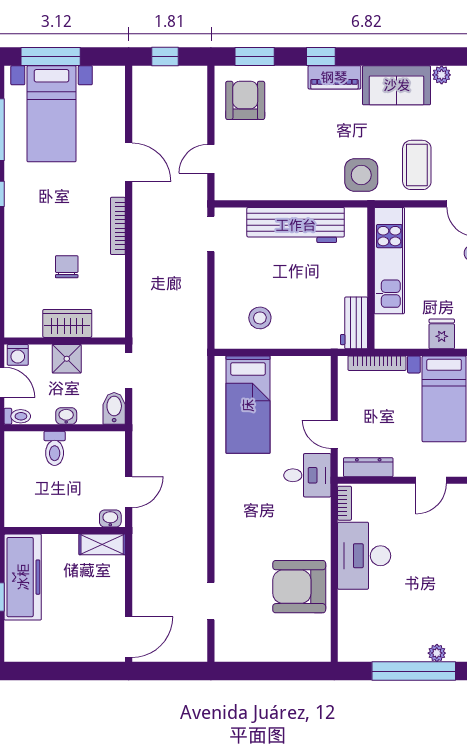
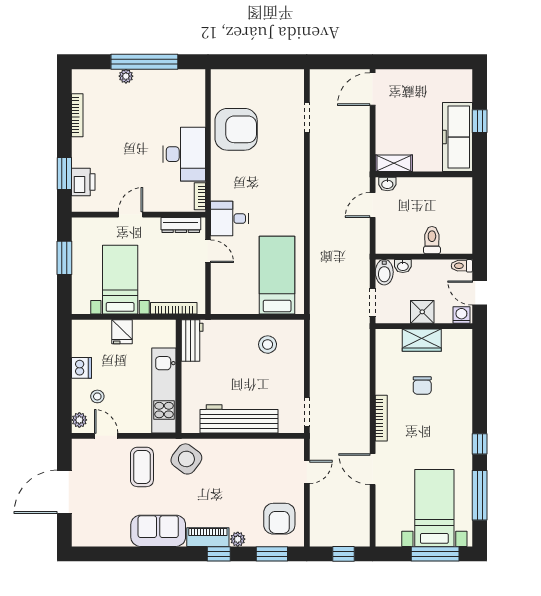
plant: (442, 75) -> (238, 539), moved
side table: (361, 175) -> (186, 459), turned 37
washbasin: (66, 416) -> (403, 266), moved

